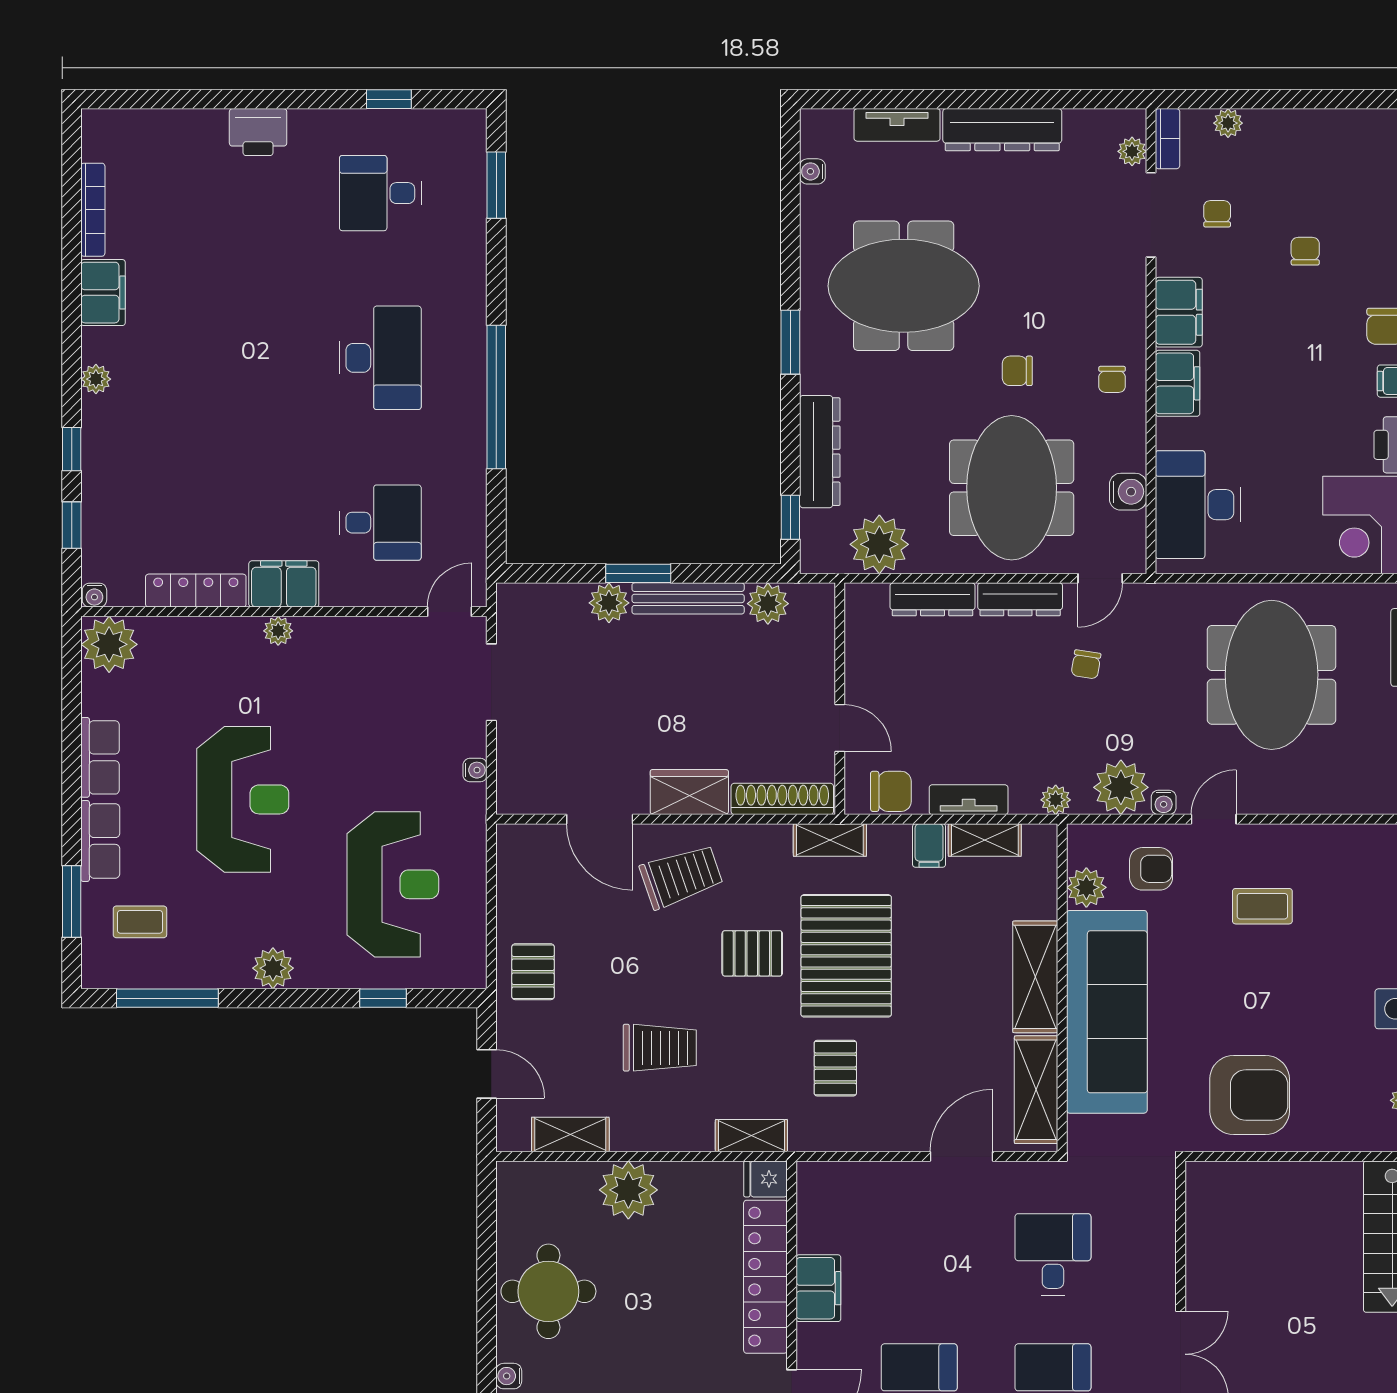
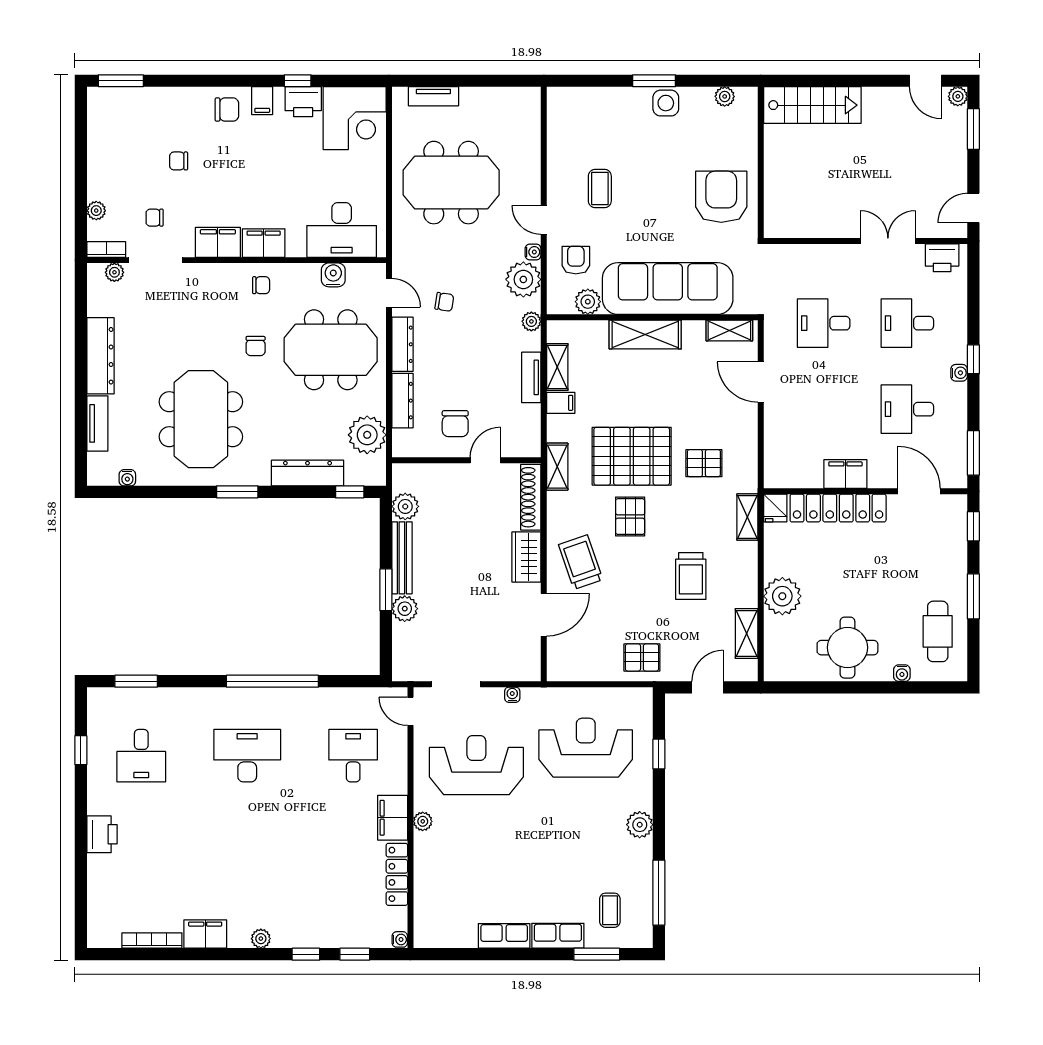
plant: (109, 644) -> (431, 930), removed
chair: (891, 791) -> (455, 424), moved, turned 180
reception desk: (243, 799) -> (476, 765), moved
trolley: (660, 1048) -> (691, 576), turned 180
shelving: (1036, 1090) -> (729, 331), width x0.67, depth x0.75

